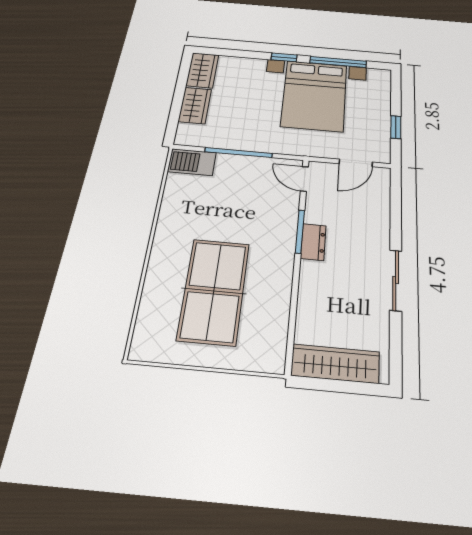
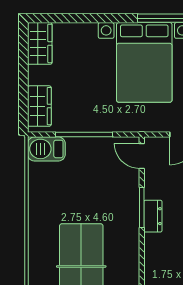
window: (284, 57) -> (113, 18), removed
wardrobe: (195, 105) -> (39, 106), moved

